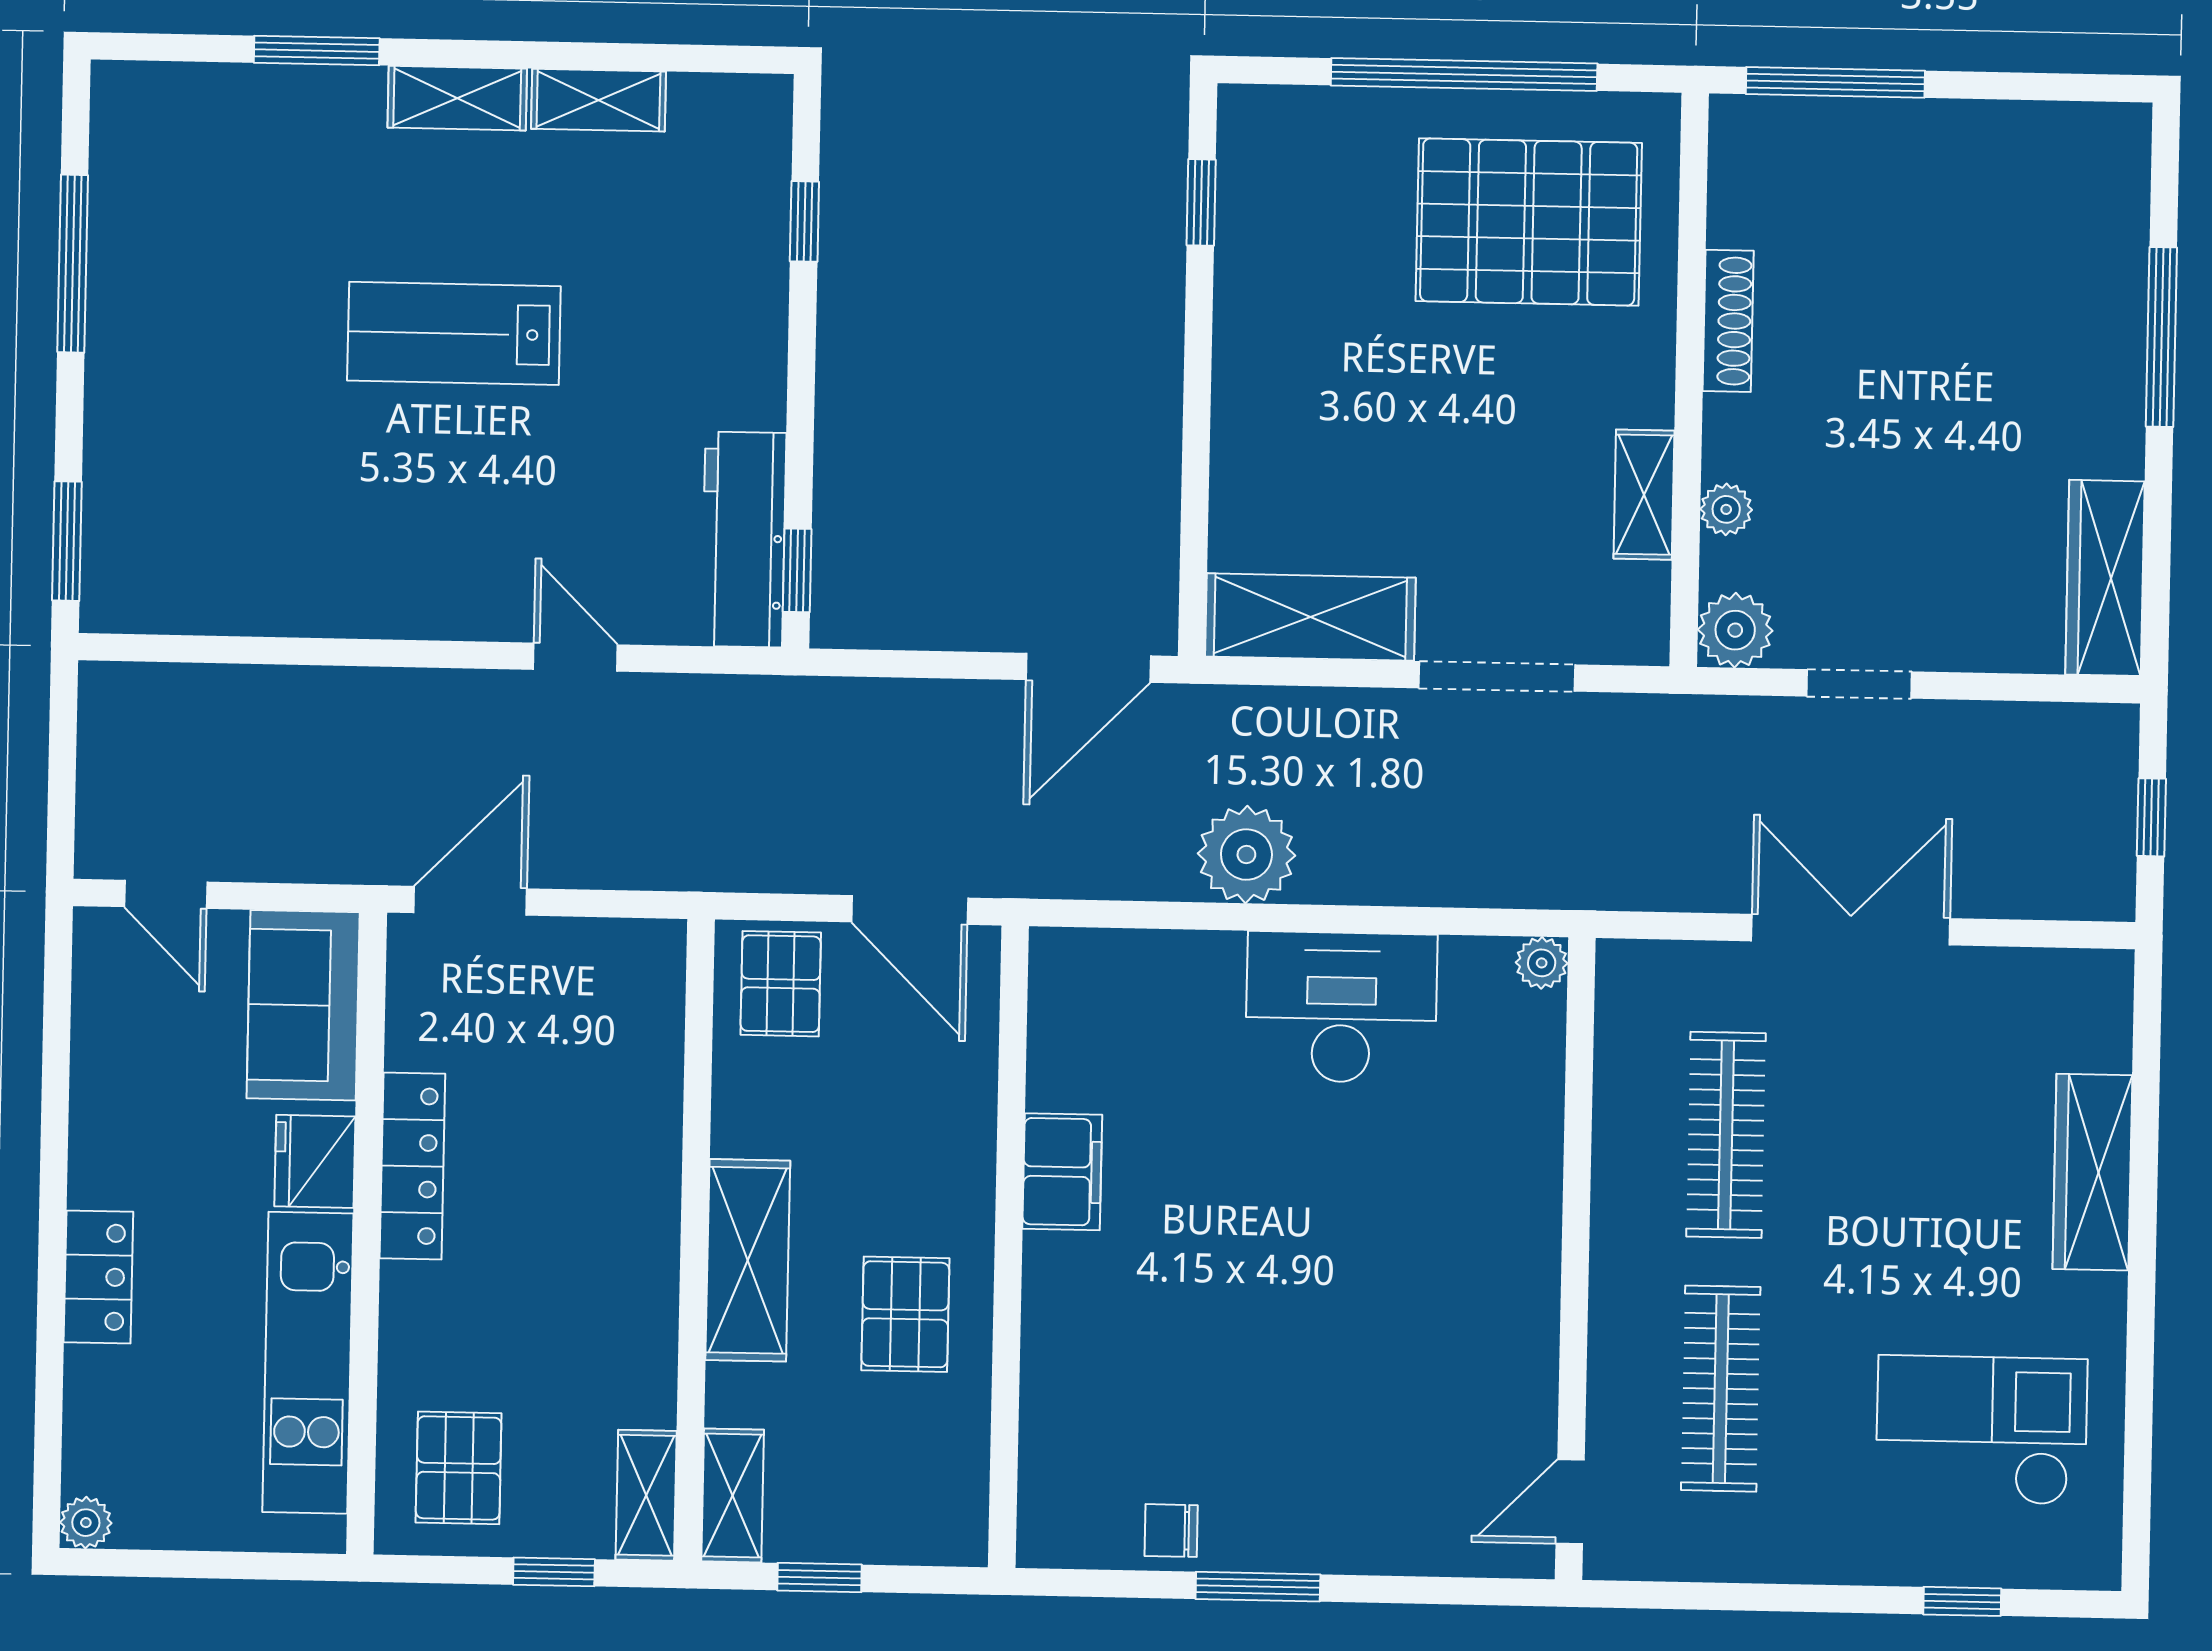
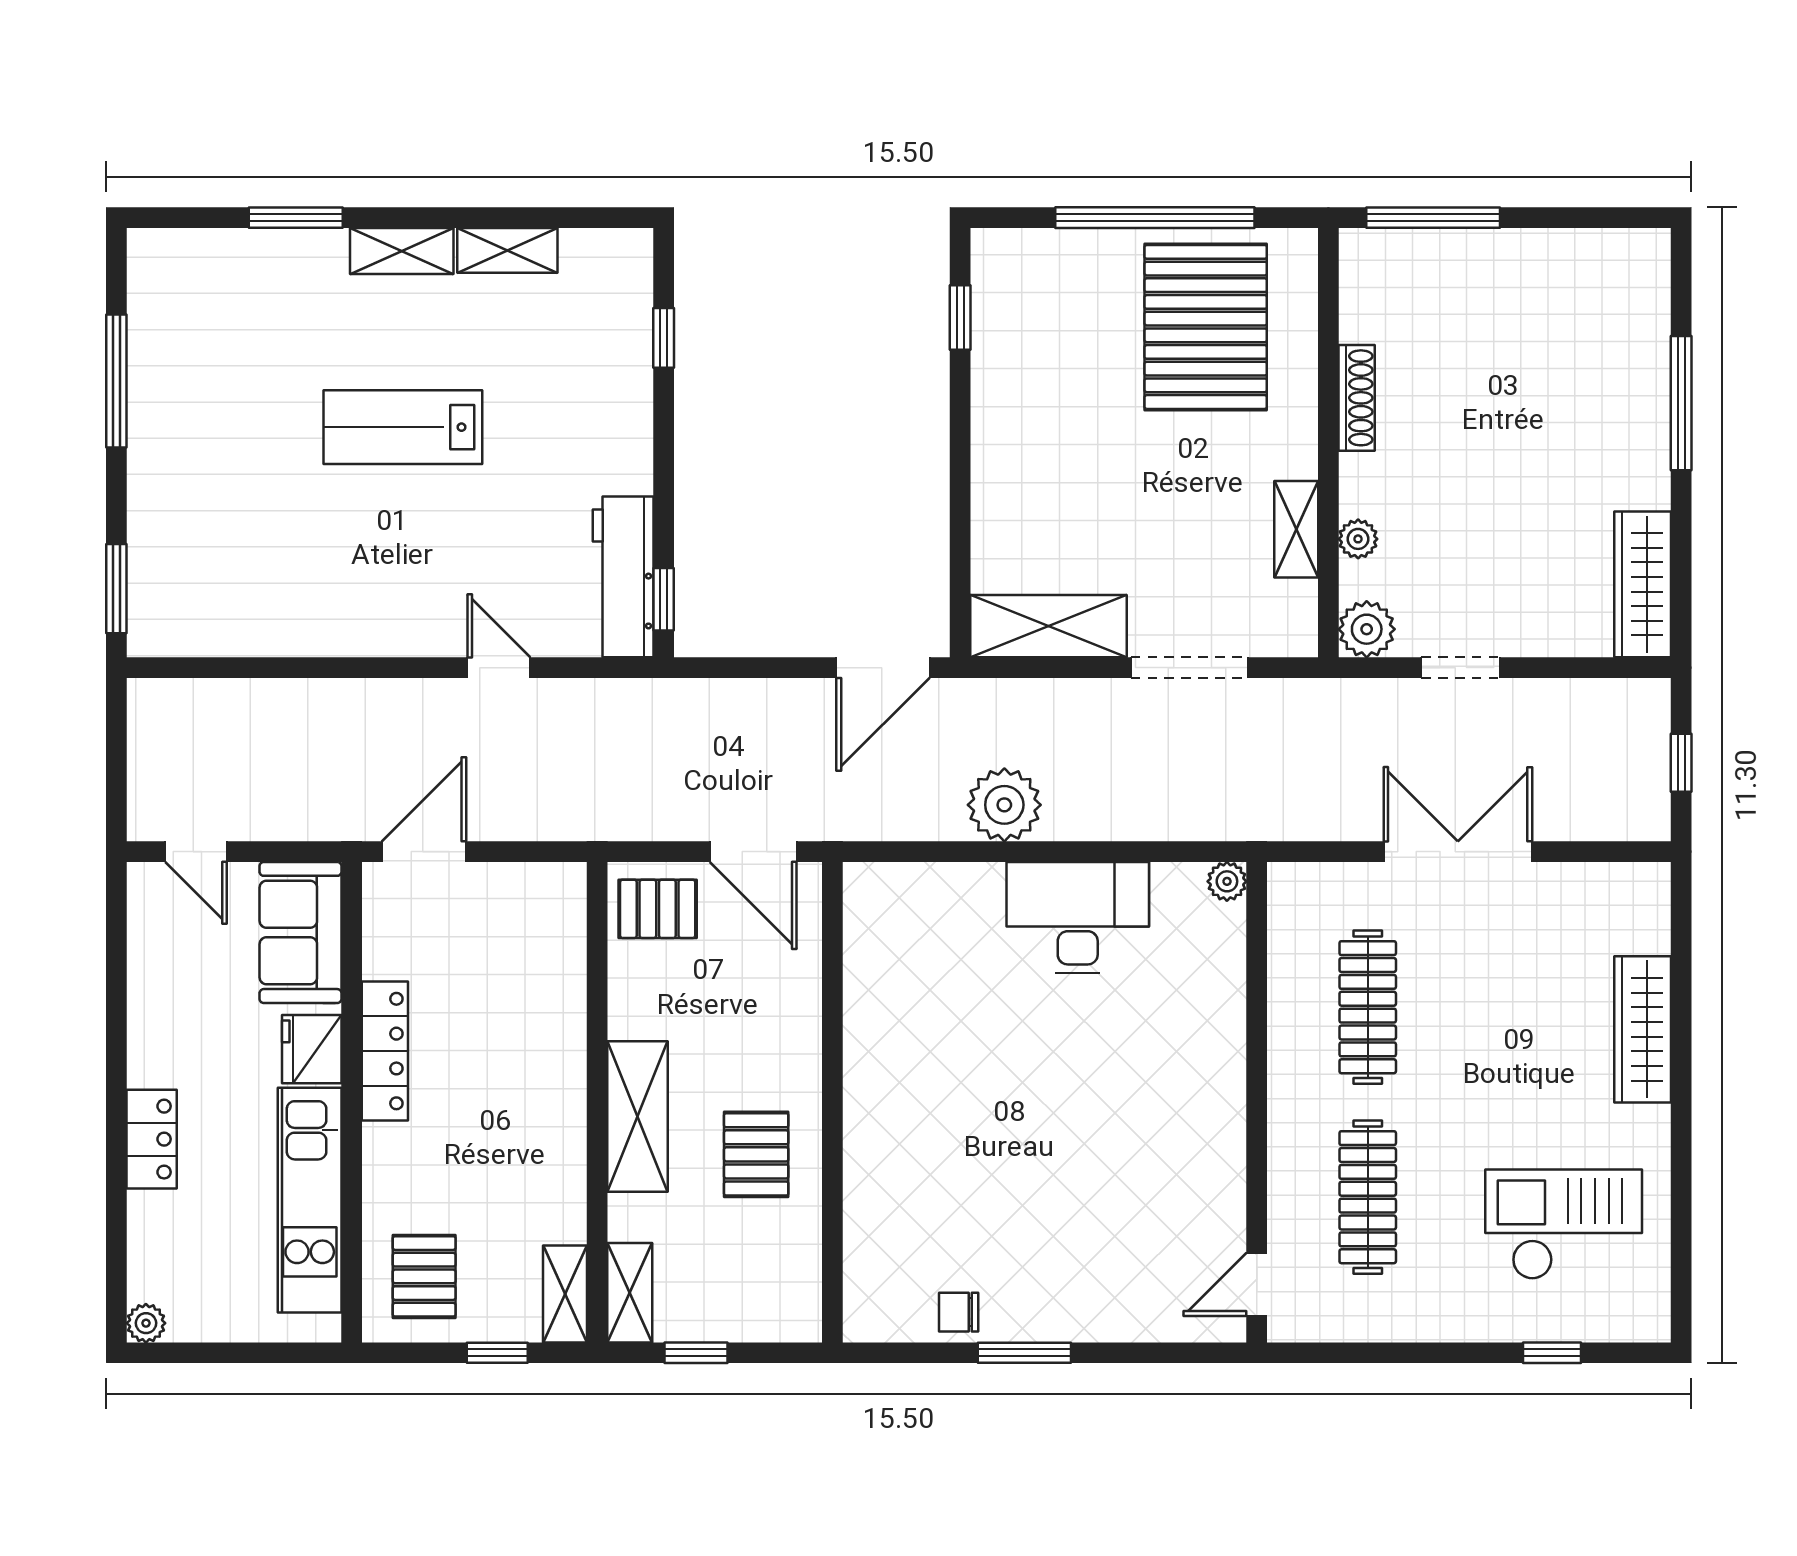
pallet: (1529, 222) -> (1206, 327), turned 90
pallet: (781, 984) -> (658, 909), turned 90
filing cabinet: (1062, 1172) -> (871, 1045), removed

